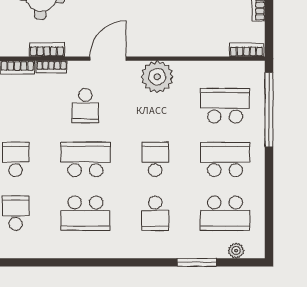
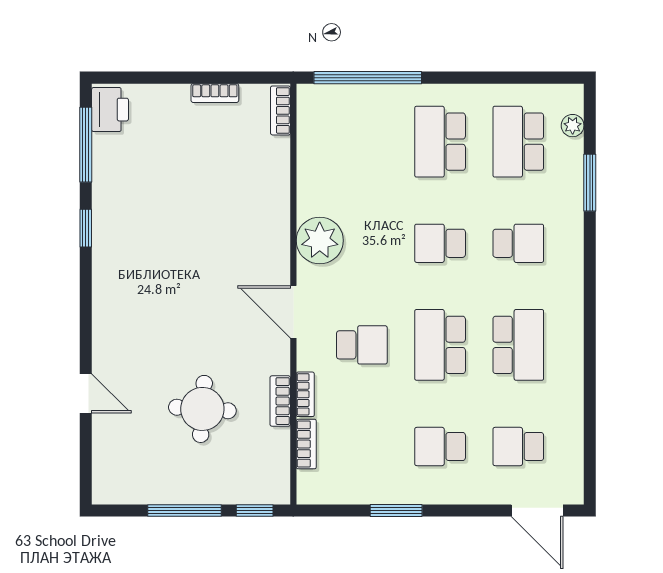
school desk: (225, 106) -> (362, 142), removed
school desk: (225, 213) -> (518, 142), turned 180

